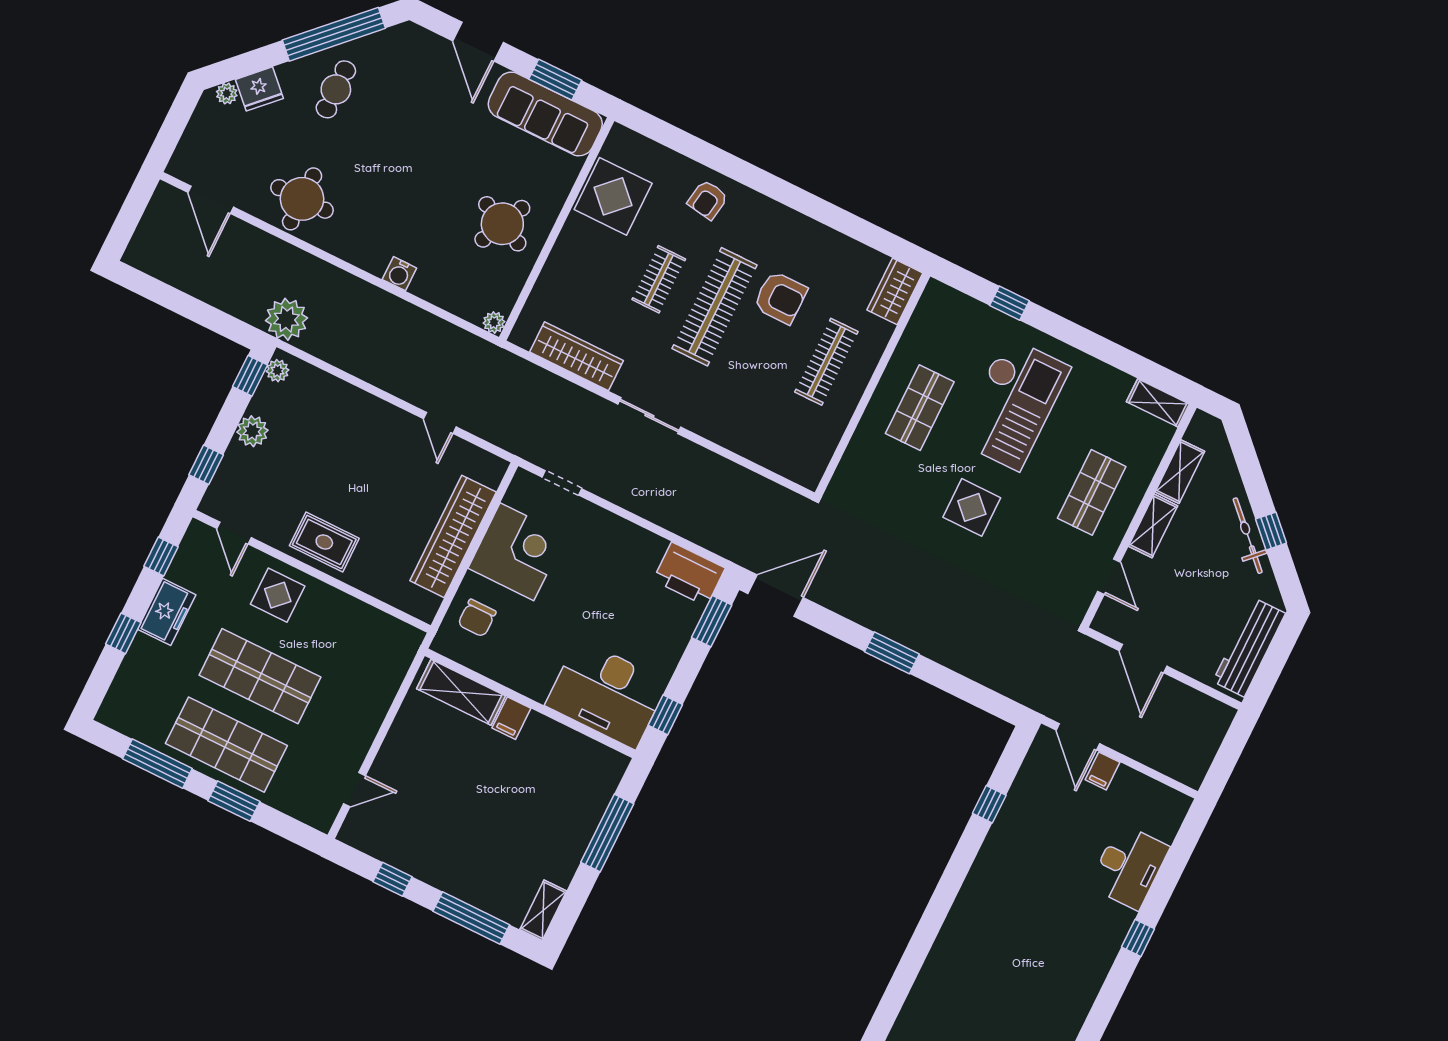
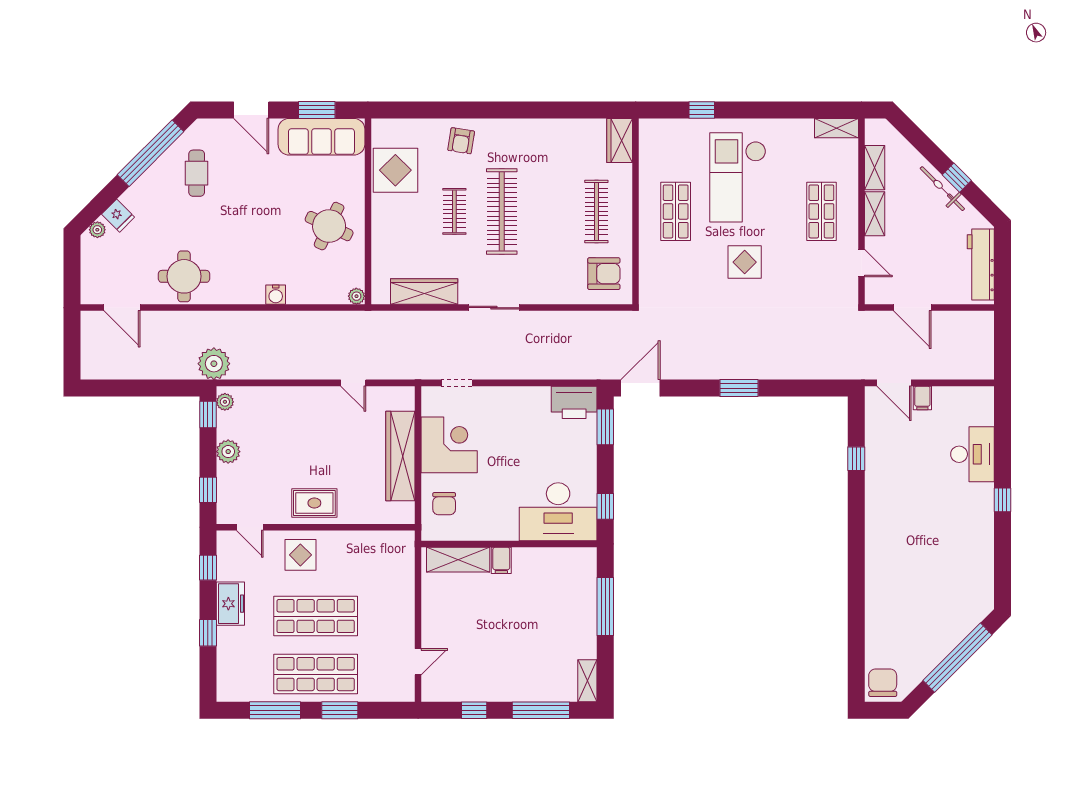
fridge: (259, 89) -> (118, 216), width x0.72
cafe table: (336, 89) -> (197, 173), moved
armchair: (780, 298) -> (604, 274), moved
checkout: (1013, 404) -> (738, 177), turned 180

